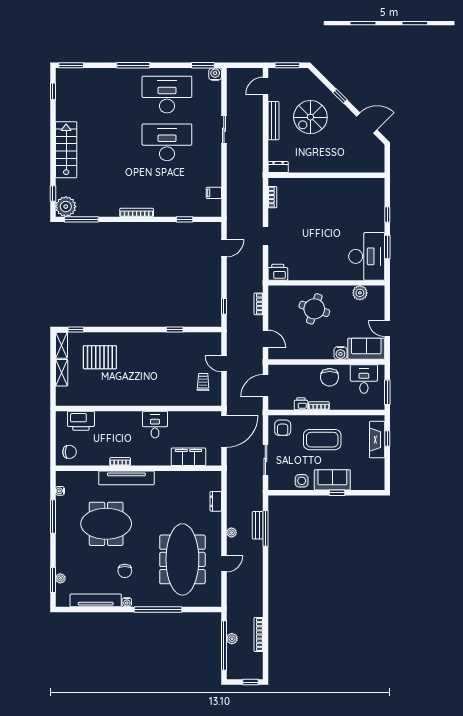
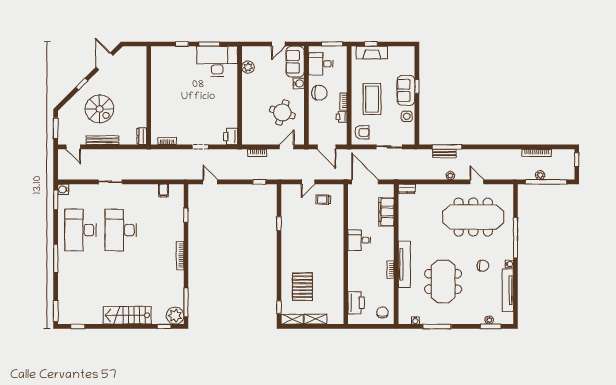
round table: (314, 309) -> (282, 112), moved
dresser: (216, 501) -> (407, 189), moved

